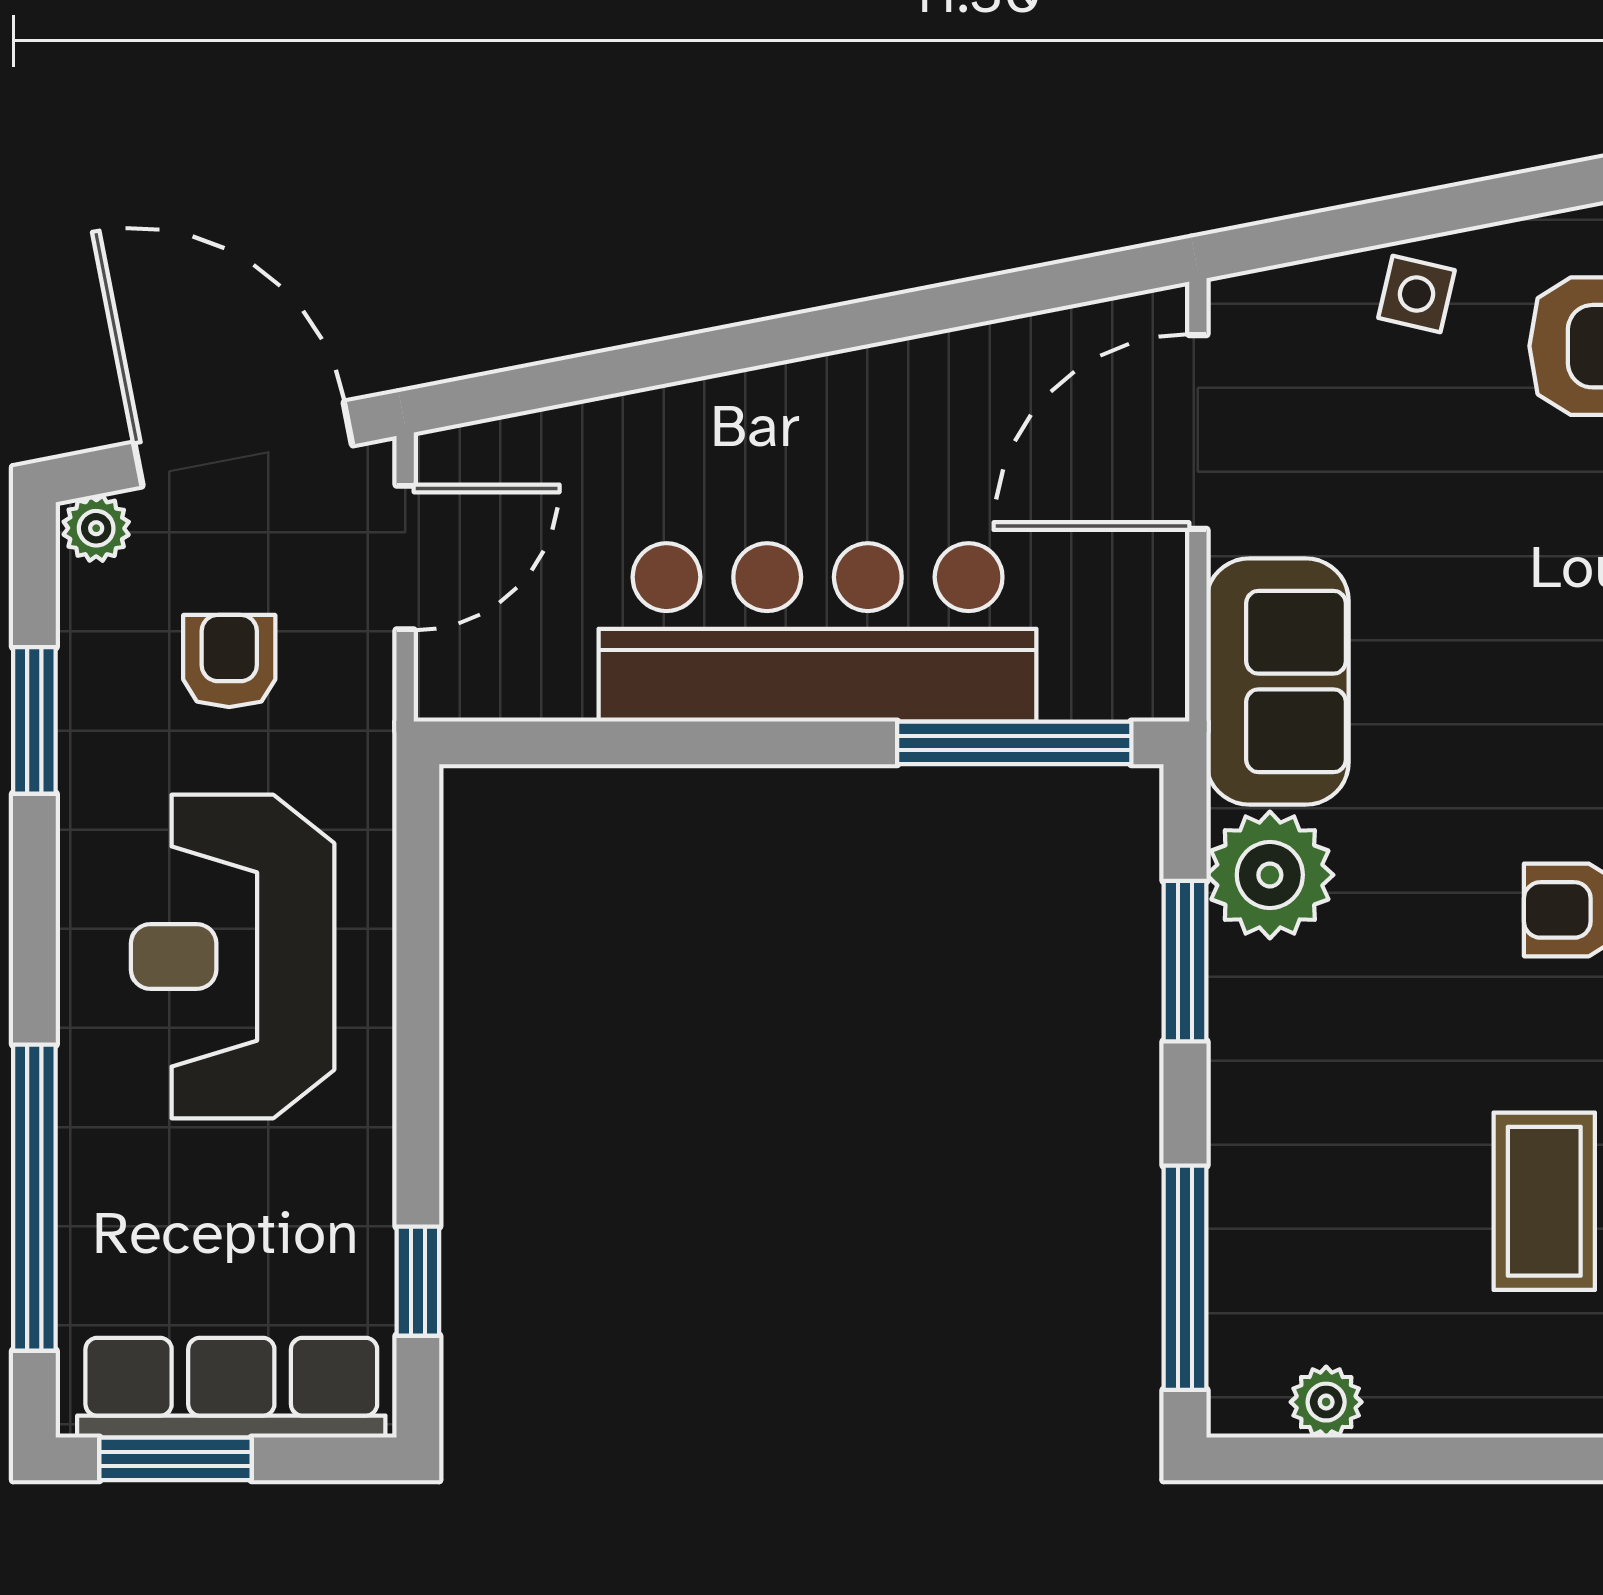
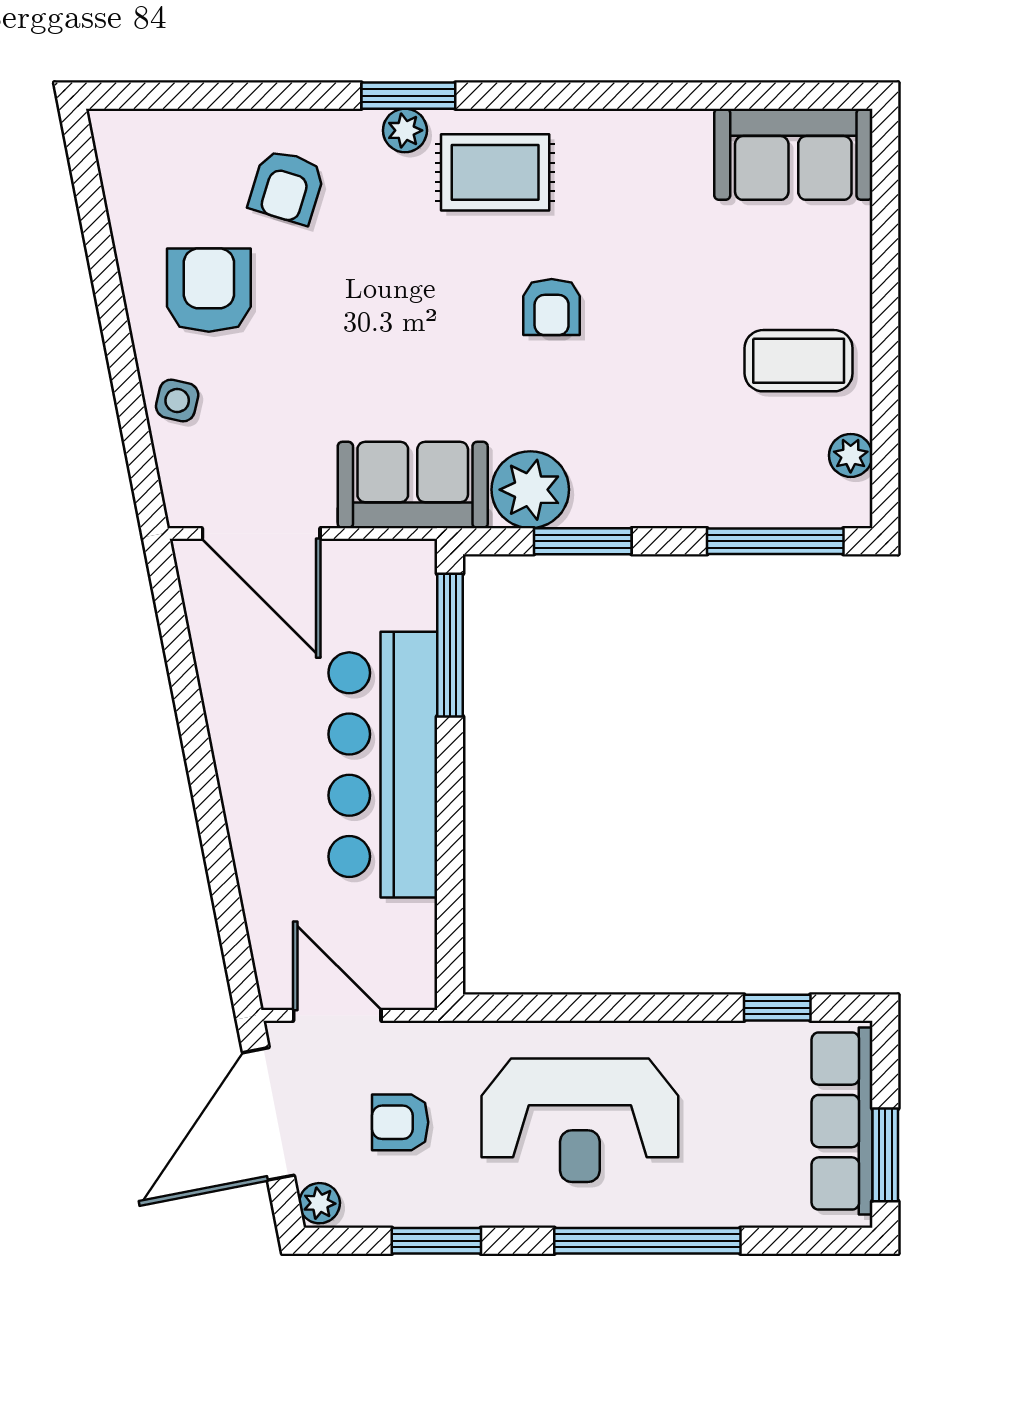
window: (34, 1198) -> (647, 1241), moved
coffee table: (1544, 1201) -> (799, 361), moved

